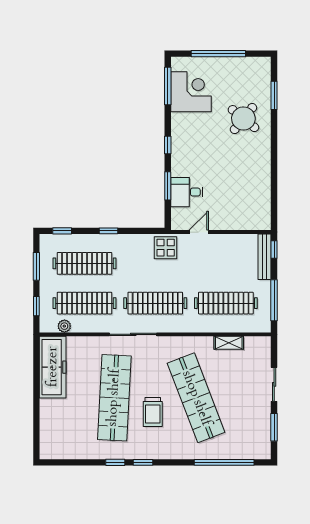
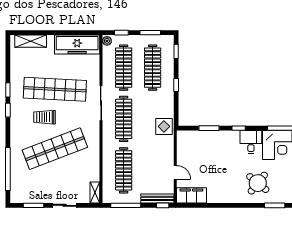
desk: (187, 192) -> (251, 142), moved
filing cabinet: (260, 210) -> (191, 195), added
door: (199, 232) -> (175, 172), moved
plant: (64, 326) -> (107, 41), moved
shelving: (229, 343) -> (95, 192), moved
shelving: (48, 431) -> (31, 41), added

